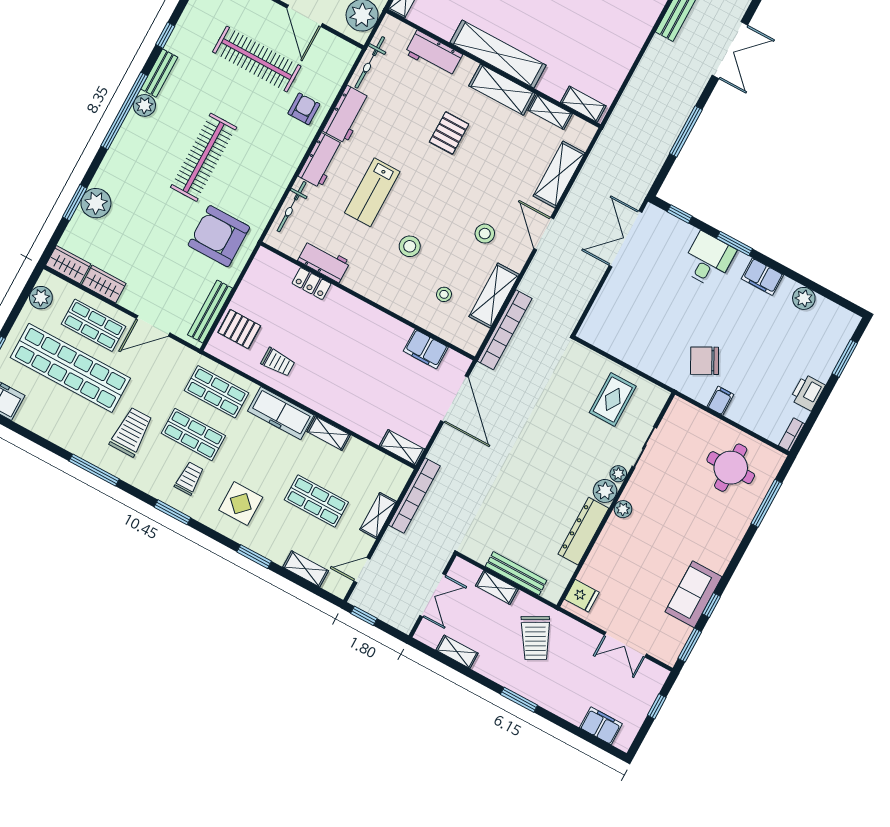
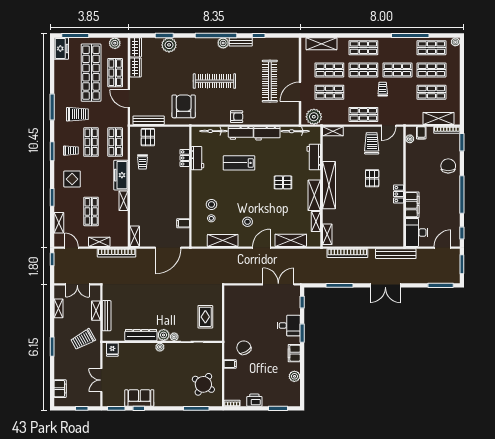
armchair: (304, 109) -> (237, 117), moved
stool: (410, 246) -> (211, 205), moved
bookcase: (505, 330) -> (347, 253), moved
filing cabinet: (426, 349) -> (183, 223), width x0.50
rug: (613, 399) -> (205, 317), turned 90
round table: (731, 468) -> (203, 384), turned 33

